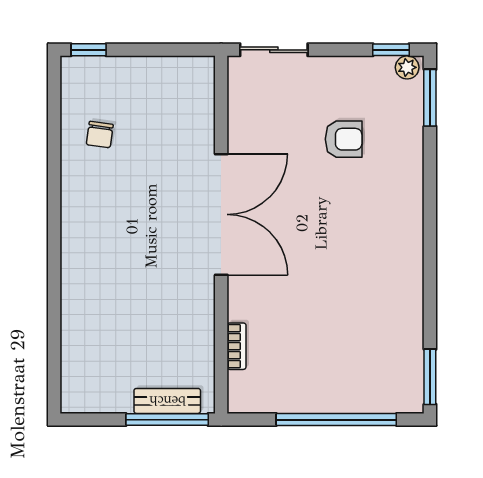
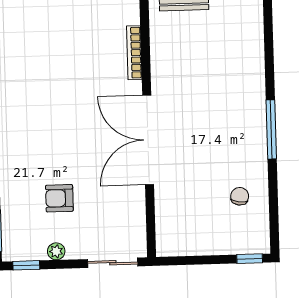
plant: (407, 67) -> (56, 251), moved
window: (54, 224) -> (271, 129), added
bookcase: (237, 346) -> (134, 53), width x1.56

